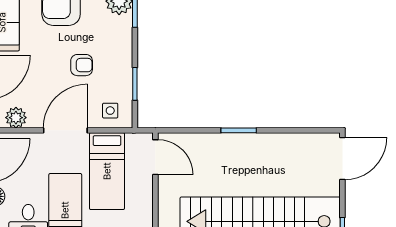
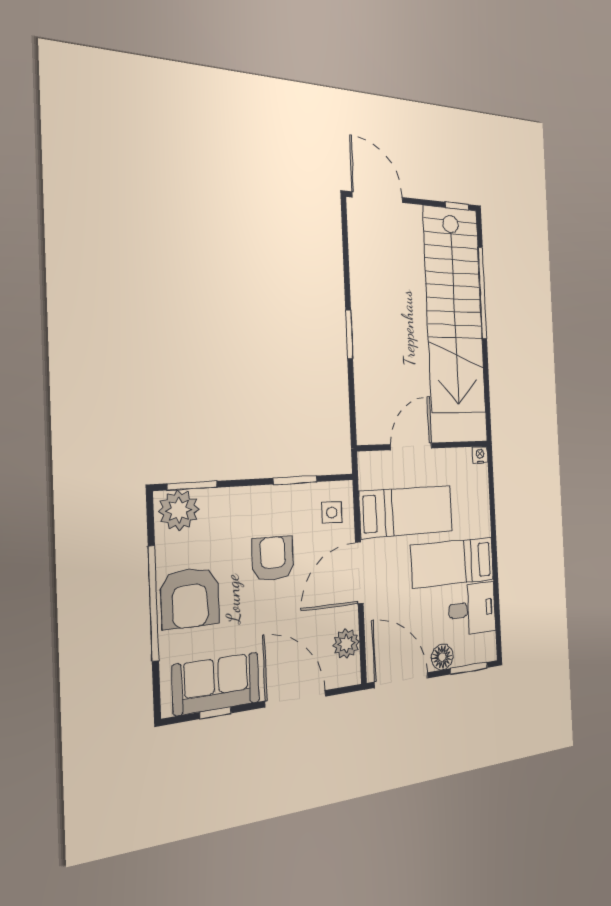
armchair: (82, 65) -> (273, 559), width x1.38, depth x1.38
door: (65, 130) -> (359, 573), hinge flipped
door: (155, 157) -> (411, 446), moved

